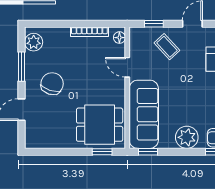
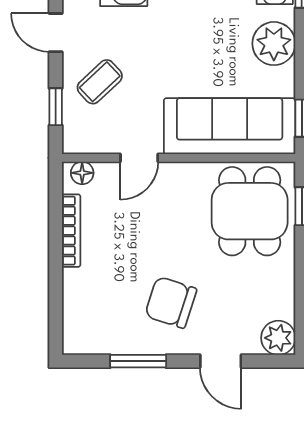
plant: (34, 42) -> (278, 338), moved

